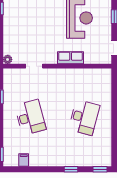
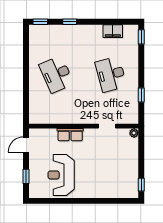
desk: (84, 117) -> (56, 74), turned -39
filing cabinet: (24, 160) -> (113, 31), width x2.00

